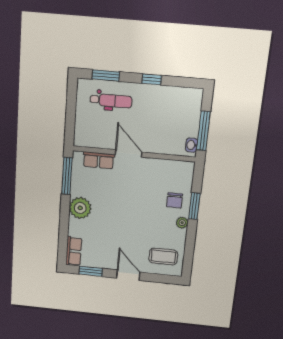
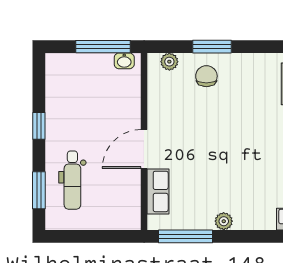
dental chair: (111, 101) -> (72, 180), turned 180
chair: (175, 200) -> (206, 76), turned -90
plant: (80, 208) -> (224, 221), width x0.53, depth x0.53
plant: (182, 223) -> (169, 62), moved

